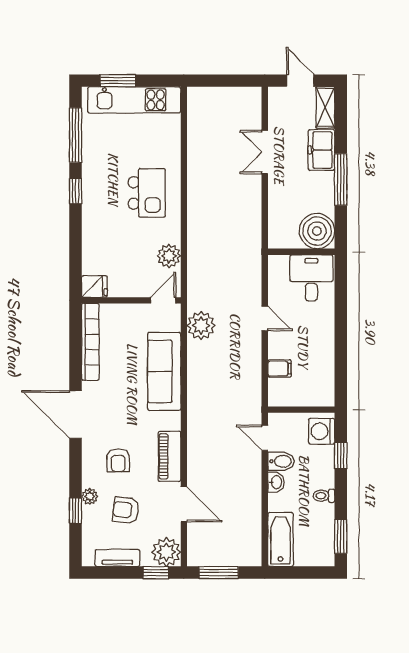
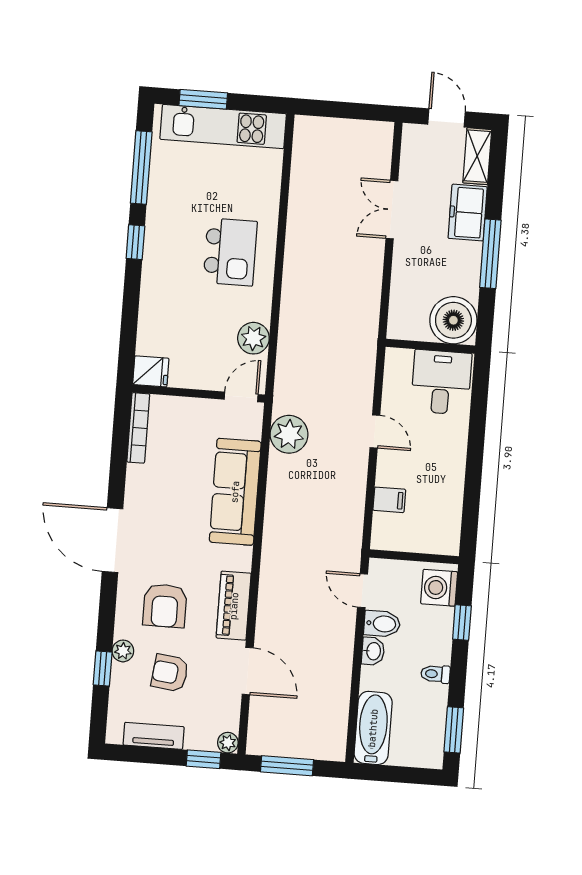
bookcase: (90, 342) -> (138, 428), width x0.68, depth x0.76
armchair: (118, 460) -> (165, 606), width x1.38, depth x1.38
plant: (166, 552) -> (228, 743), width x0.53, depth x0.53

